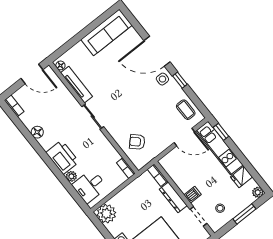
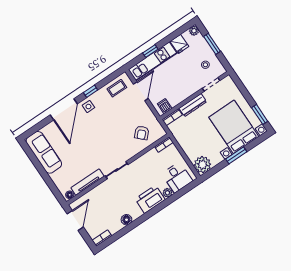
window: (221, 132) -> (150, 51), moved
dishwasher: (193, 195) -> (165, 106), moved

